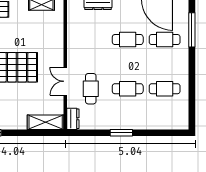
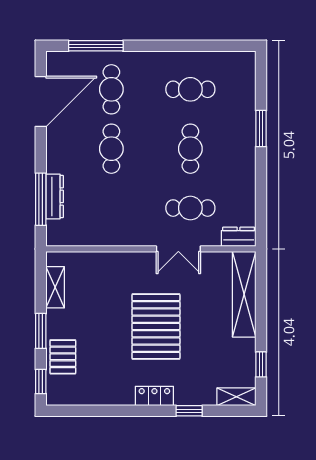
cafe table: (165, 89) -> (190, 89), turned 90
shelving: (46, 122) -> (244, 294), width x1.47
window: (121, 133) -> (261, 129), moved

